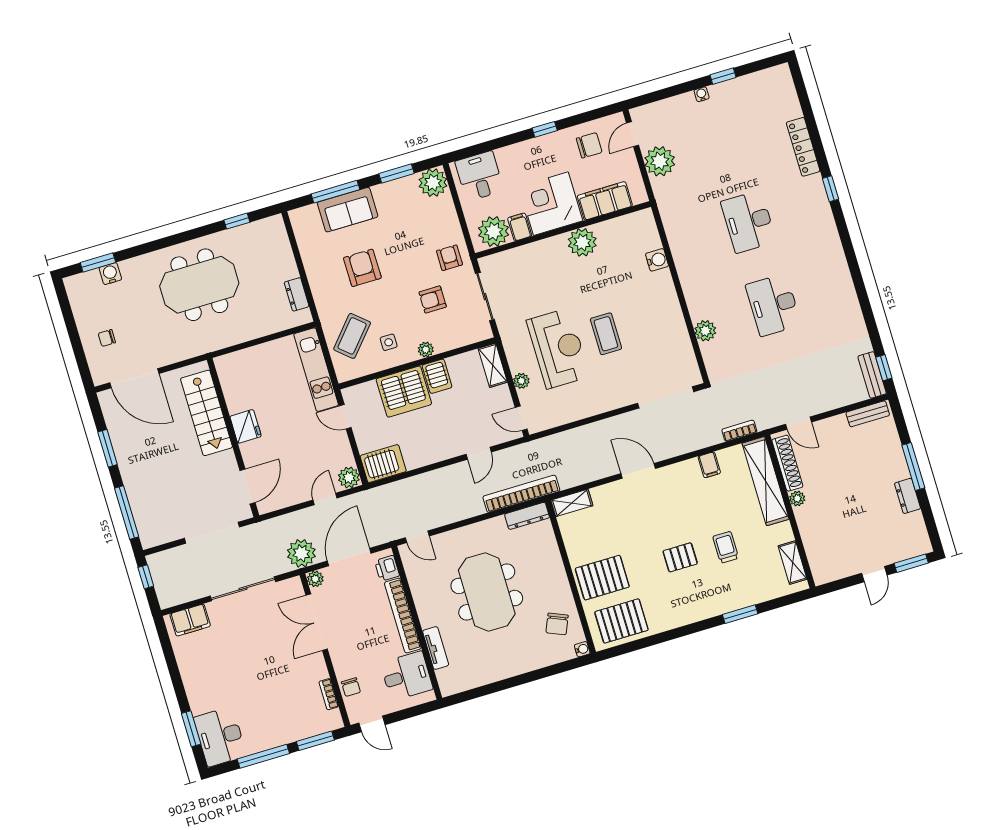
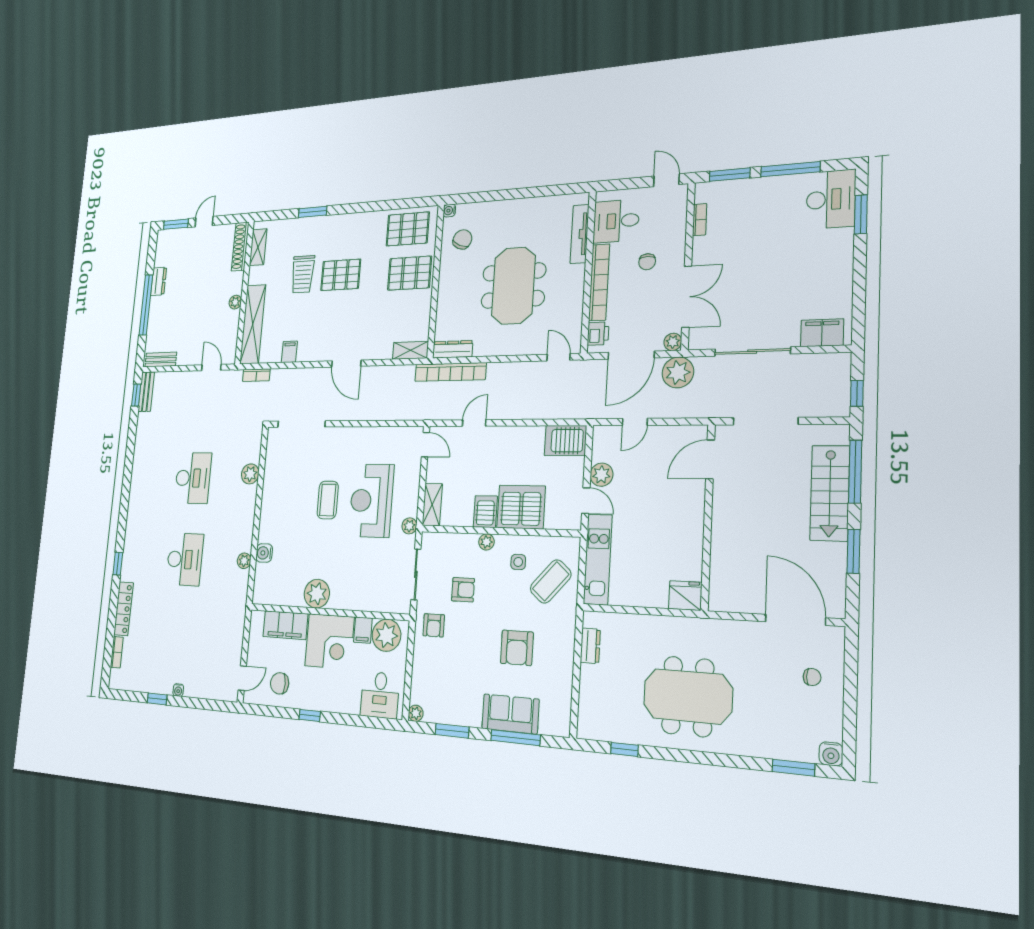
bookcase: (793, 102) -> (117, 652), added
plant: (660, 161) -> (244, 561), moved, width x0.53, depth x0.53
plant: (433, 183) -> (416, 713), width x0.53, depth x0.53
water cooler: (110, 274) -> (831, 754), moved
plant: (521, 381) -> (409, 526), moved
stairs: (207, 413) -> (830, 493), moved, turned 180
fridge: (246, 426) -> (685, 596), moved, turned 90
shoe rack: (787, 463) -> (240, 247), moved
window: (913, 466) -> (146, 305), width x1.46
plant: (349, 477) -> (601, 475), moved
trolley: (726, 547) -> (303, 274), width x1.36, depth x1.39
pallet: (680, 557) -> (341, 275), width x1.50, depth x1.42
tv unit: (436, 648) -> (580, 234), width x1.41
chair: (351, 687) -> (647, 262), moved, turned 180

